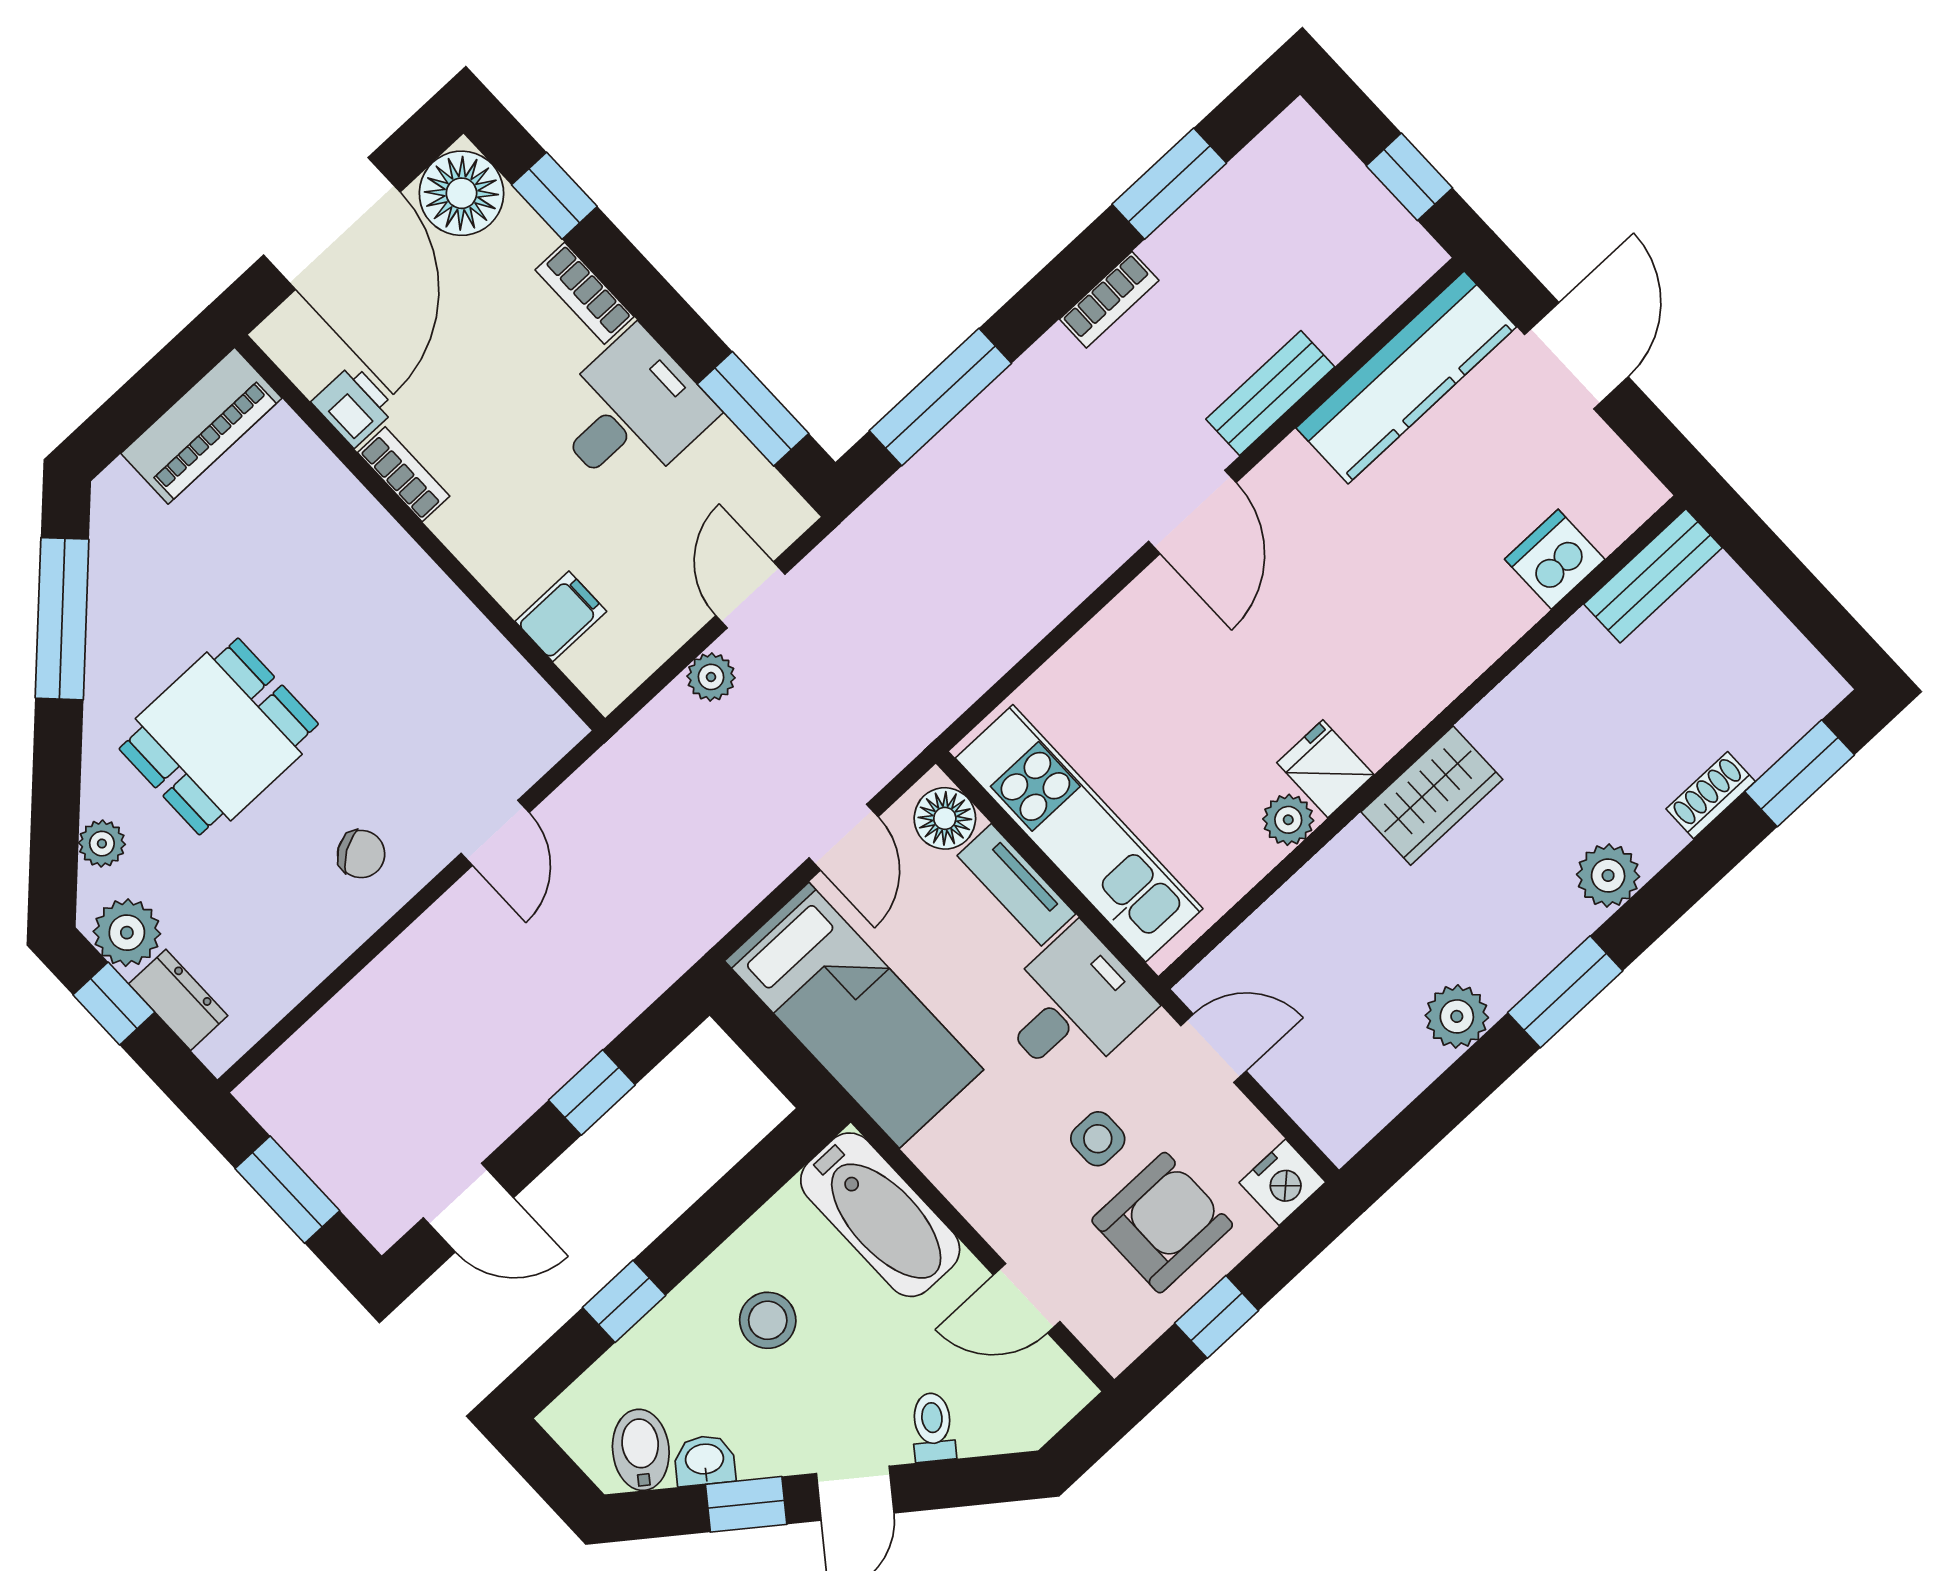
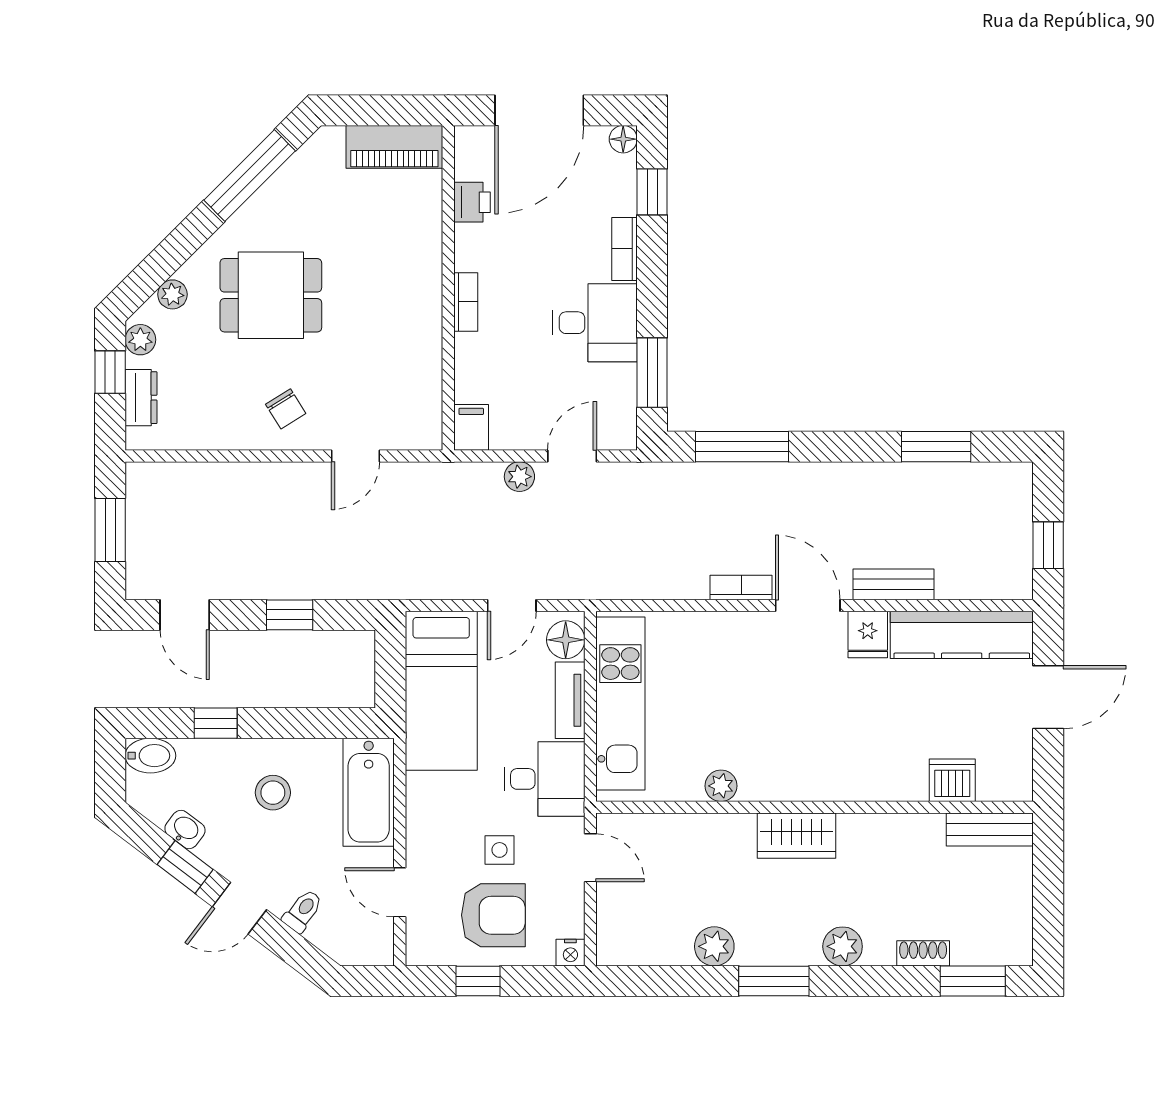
floor lamp: (461, 193) -> (623, 139), width x0.53, depth x0.53
bookcase: (1109, 300) -> (741, 588), moved, turned 180
bookcase: (404, 474) -> (466, 302), moved
door: (1192, 512) -> (808, 605), swing flipped
filing cabinet: (561, 616) -> (471, 427), moved, turned -90
fridge: (1325, 769) -> (868, 634), moved, turned 180
plant: (127, 933) -> (140, 340), width x0.73, depth x0.73
nightstand: (1282, 1182) -> (570, 953), width x0.72, depth x0.74
bidet: (641, 1450) -> (150, 756), moved, turned 53

